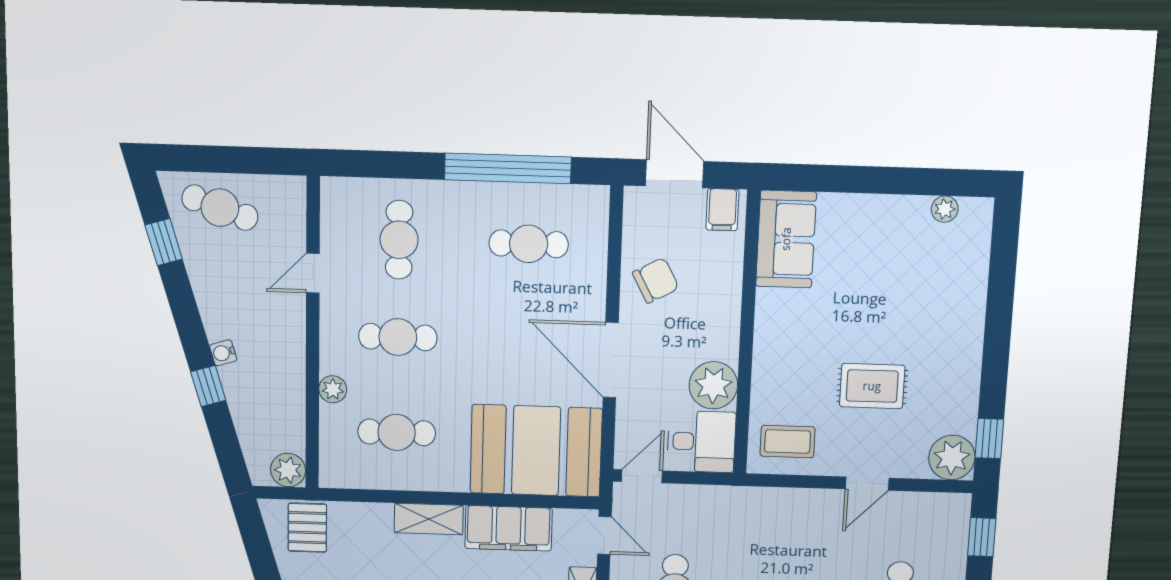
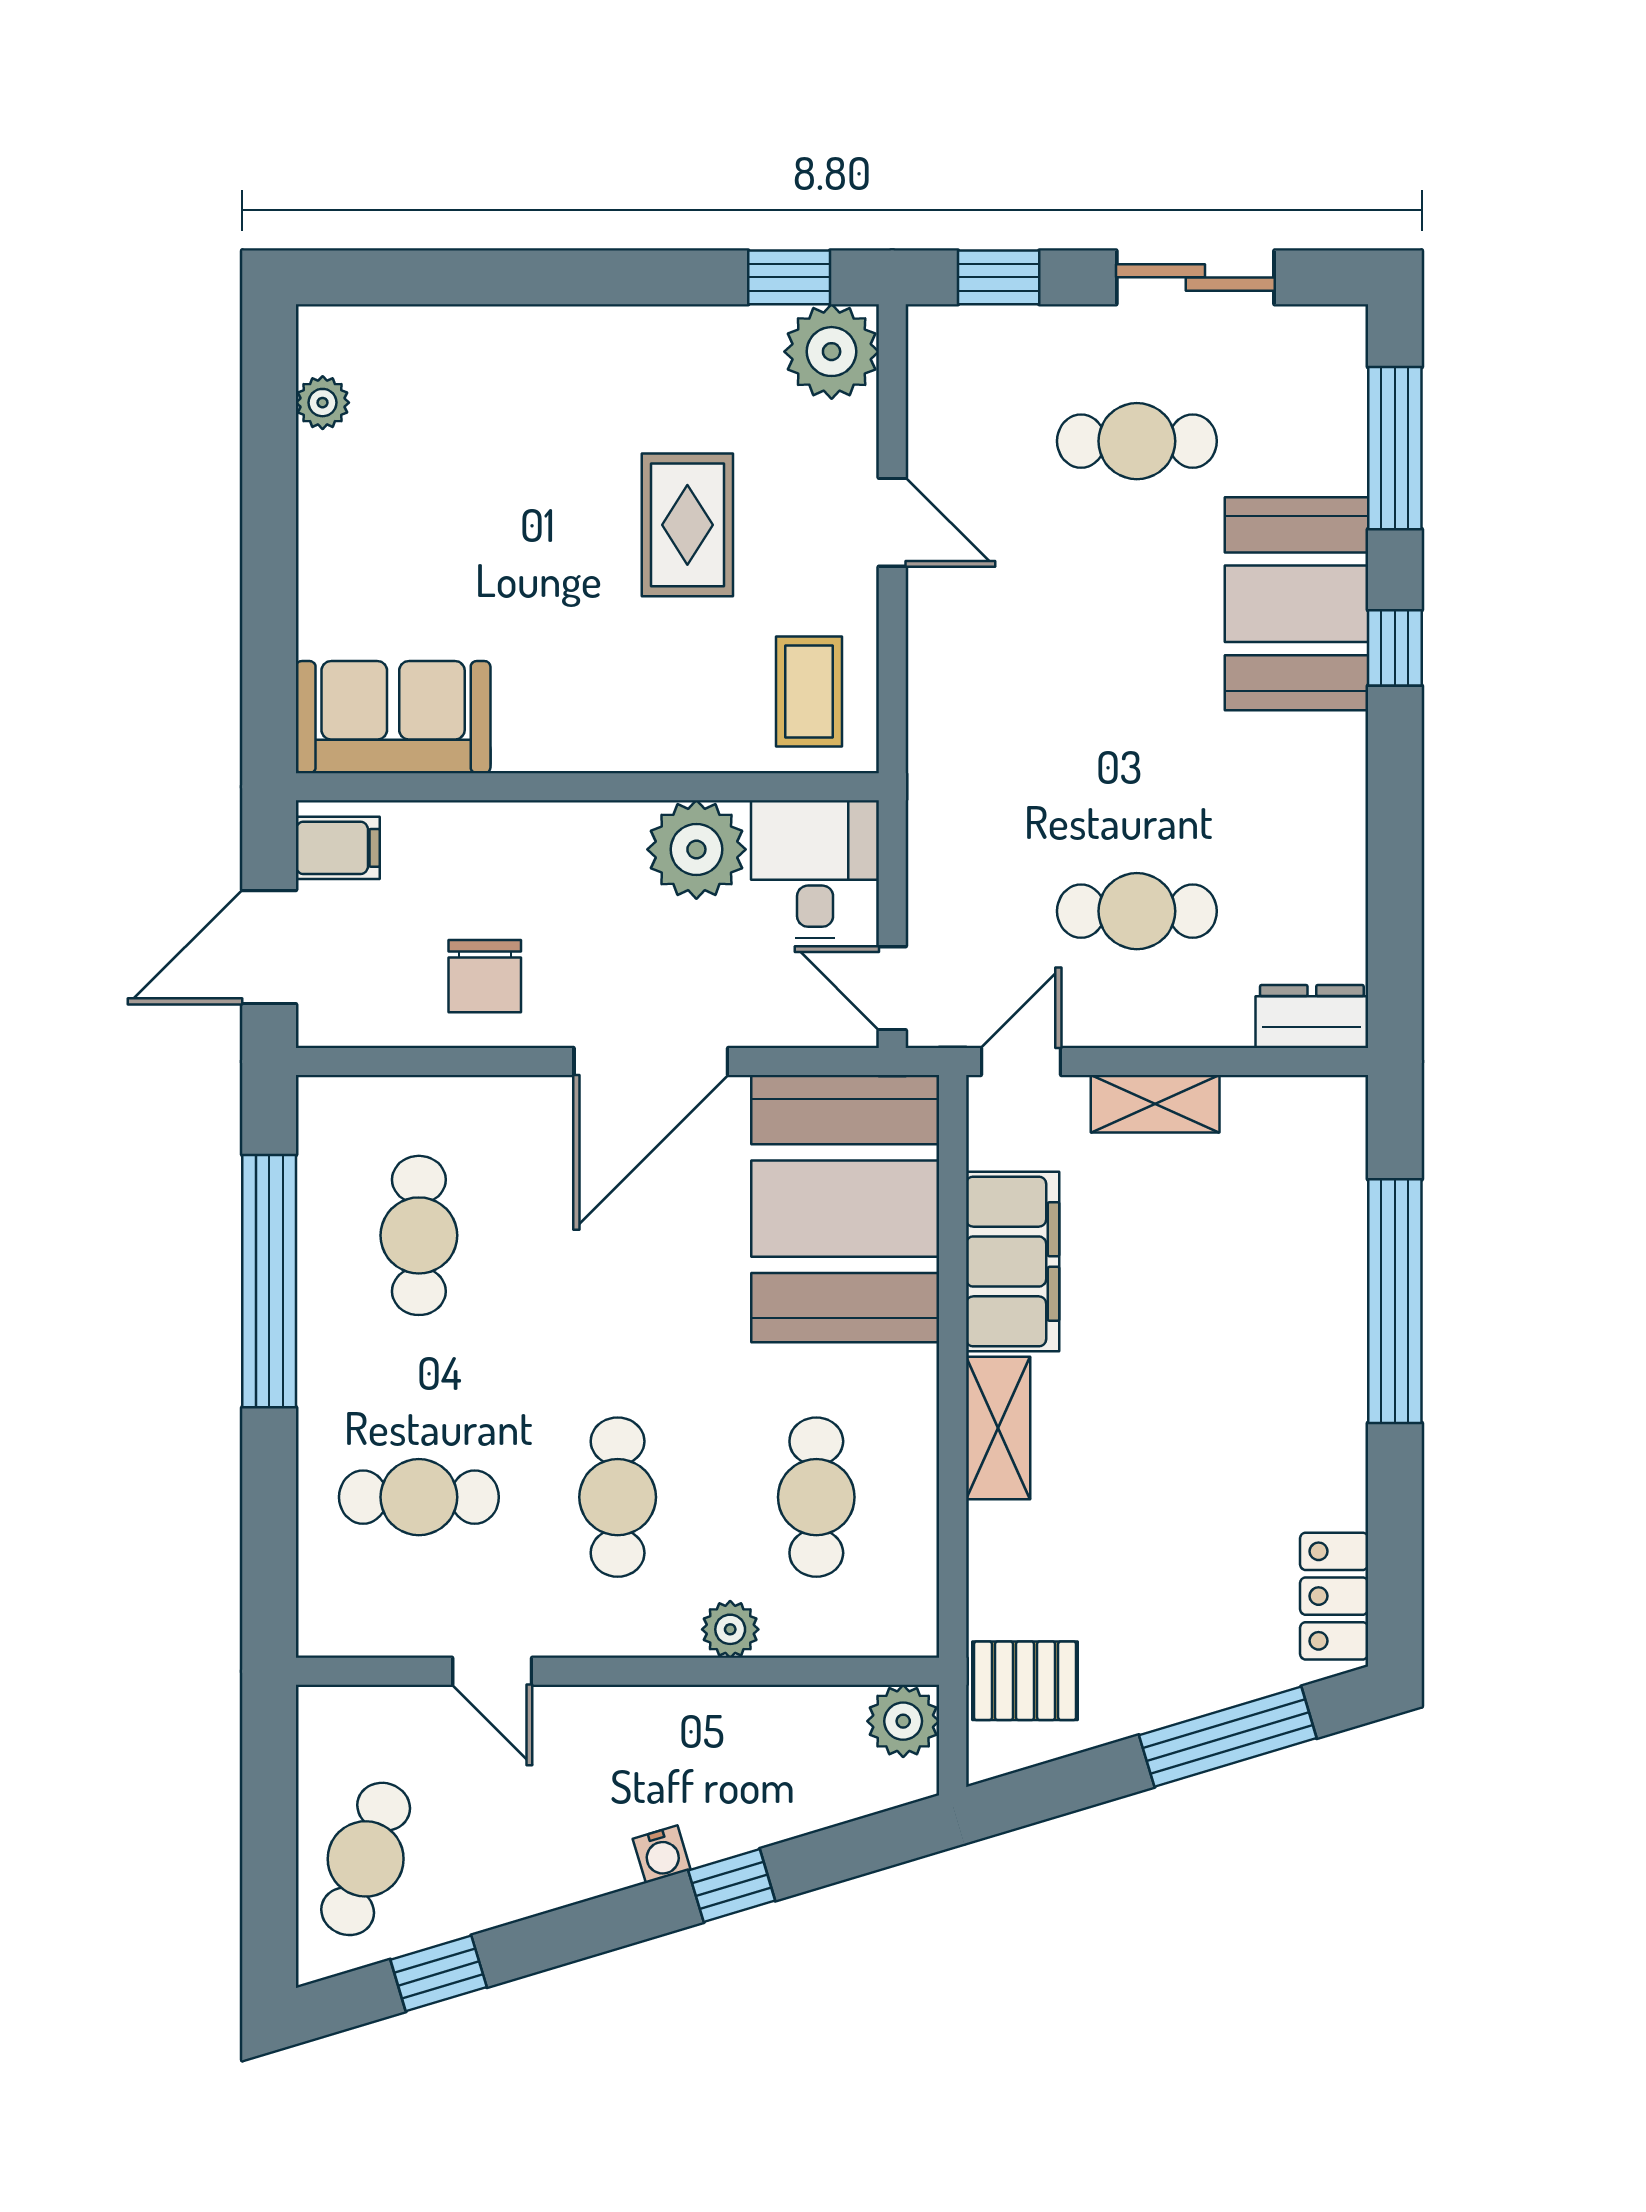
chair: (656, 280) -> (485, 976), turned -152

